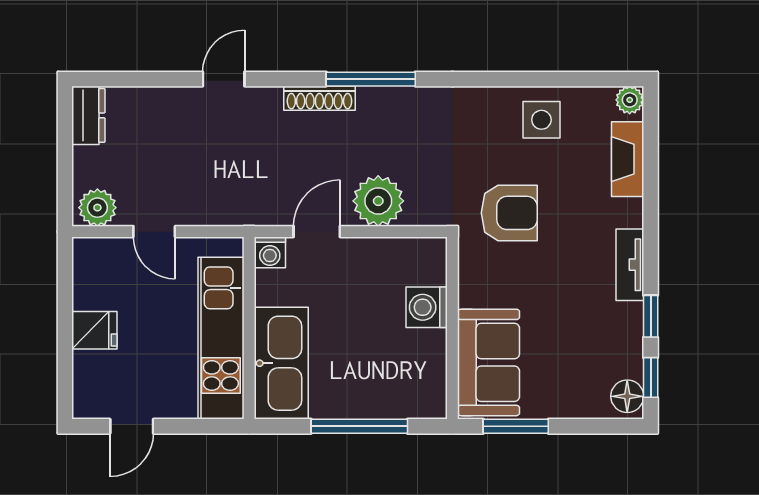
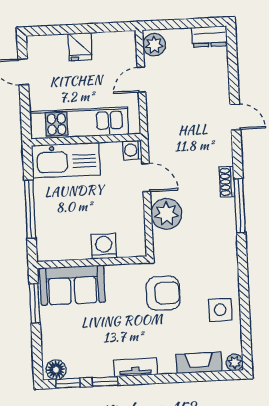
shoe rack: (319, 98) -> (227, 182), width x0.70
armchair: (509, 213) -> (163, 293), turned -90

